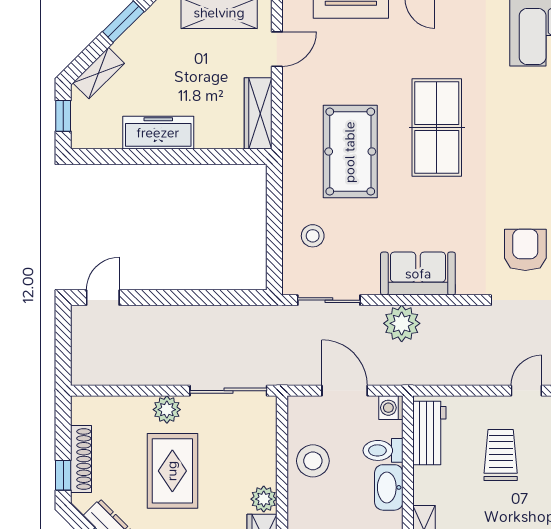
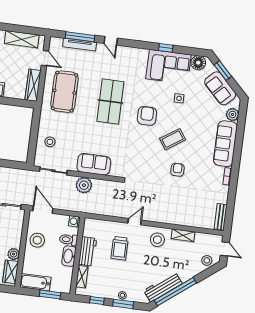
door: (277, 49) -> (45, 58), hinge flipped
pool table: (350, 152) -> (64, 92), moved
armchair: (525, 250) -> (147, 116), moved
door: (345, 391) -> (43, 210), moved
workbench: (429, 433) -> (88, 251), moved
trolley: (501, 455) -> (120, 248), turned 180

